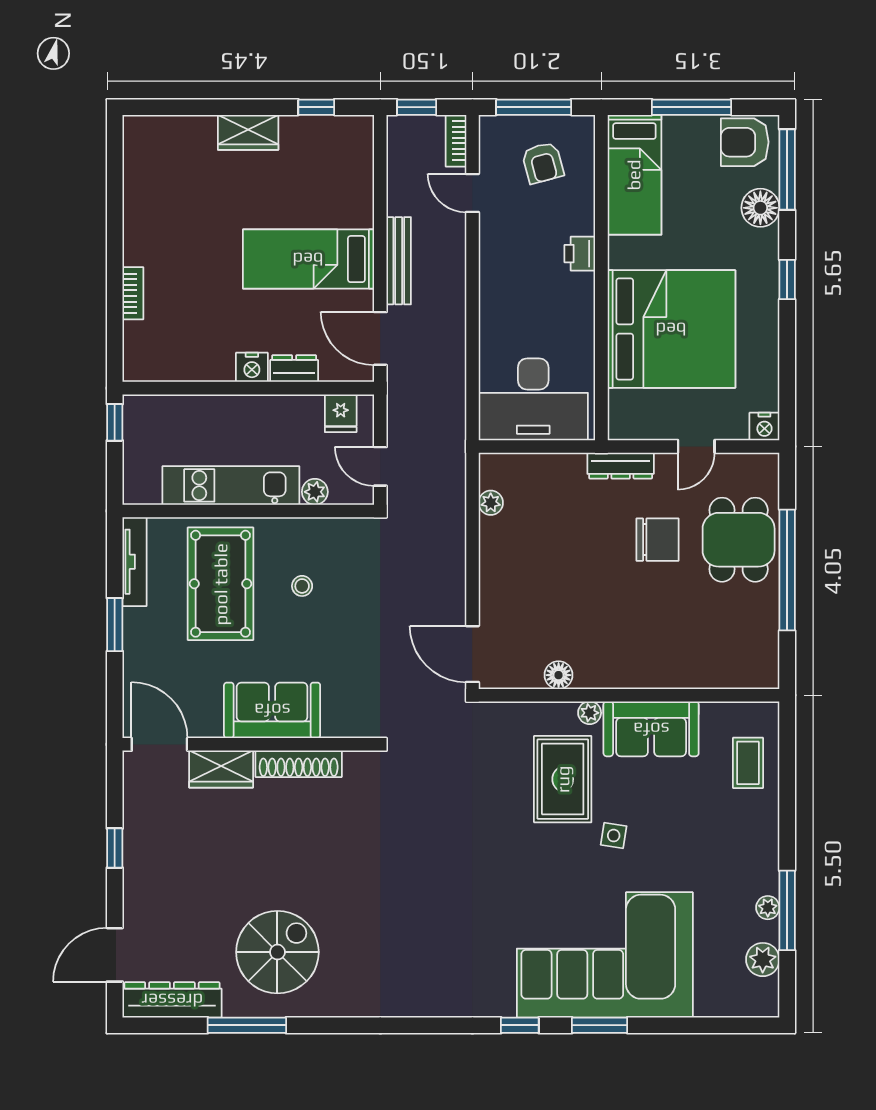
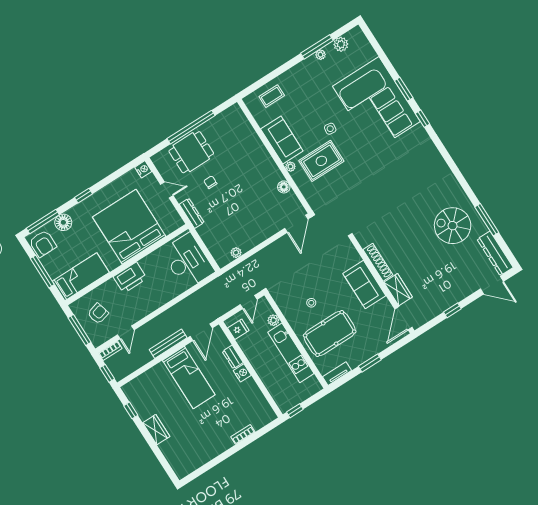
printer: (580, 254) -> (130, 278), width x1.87, depth x1.48
chair: (658, 540) -> (210, 182), width x0.54, depth x0.54
tv unit: (134, 562) -> (337, 374), width x0.71

